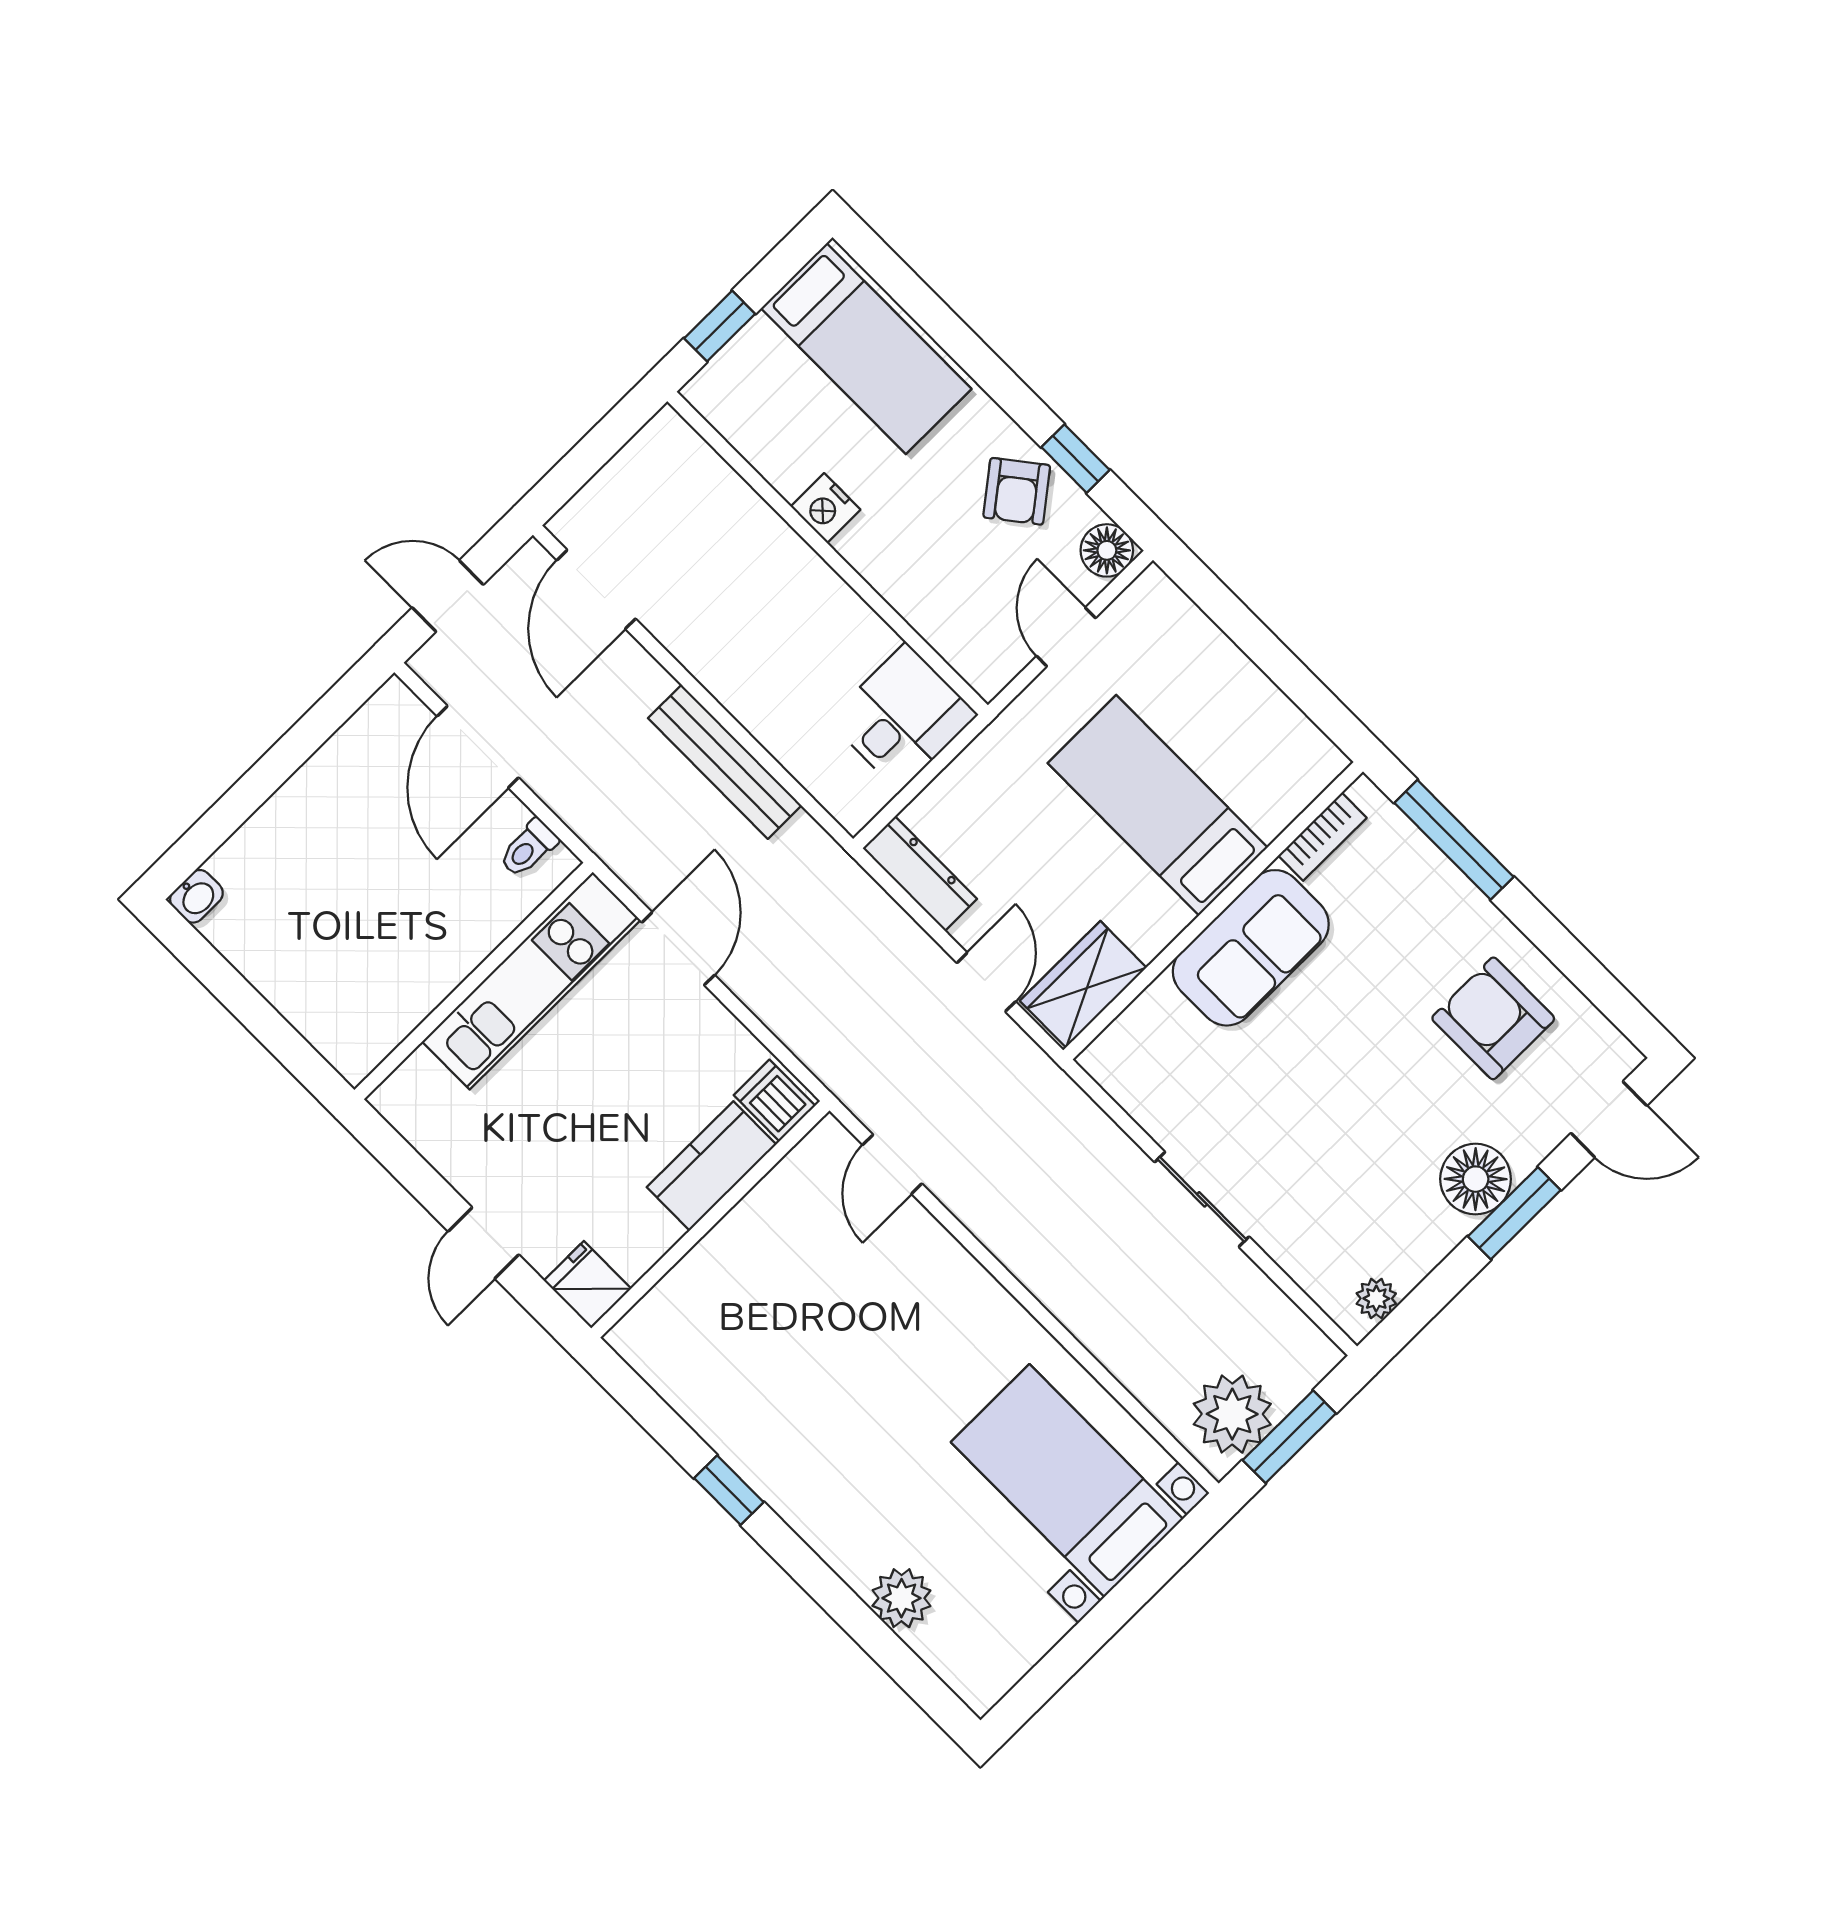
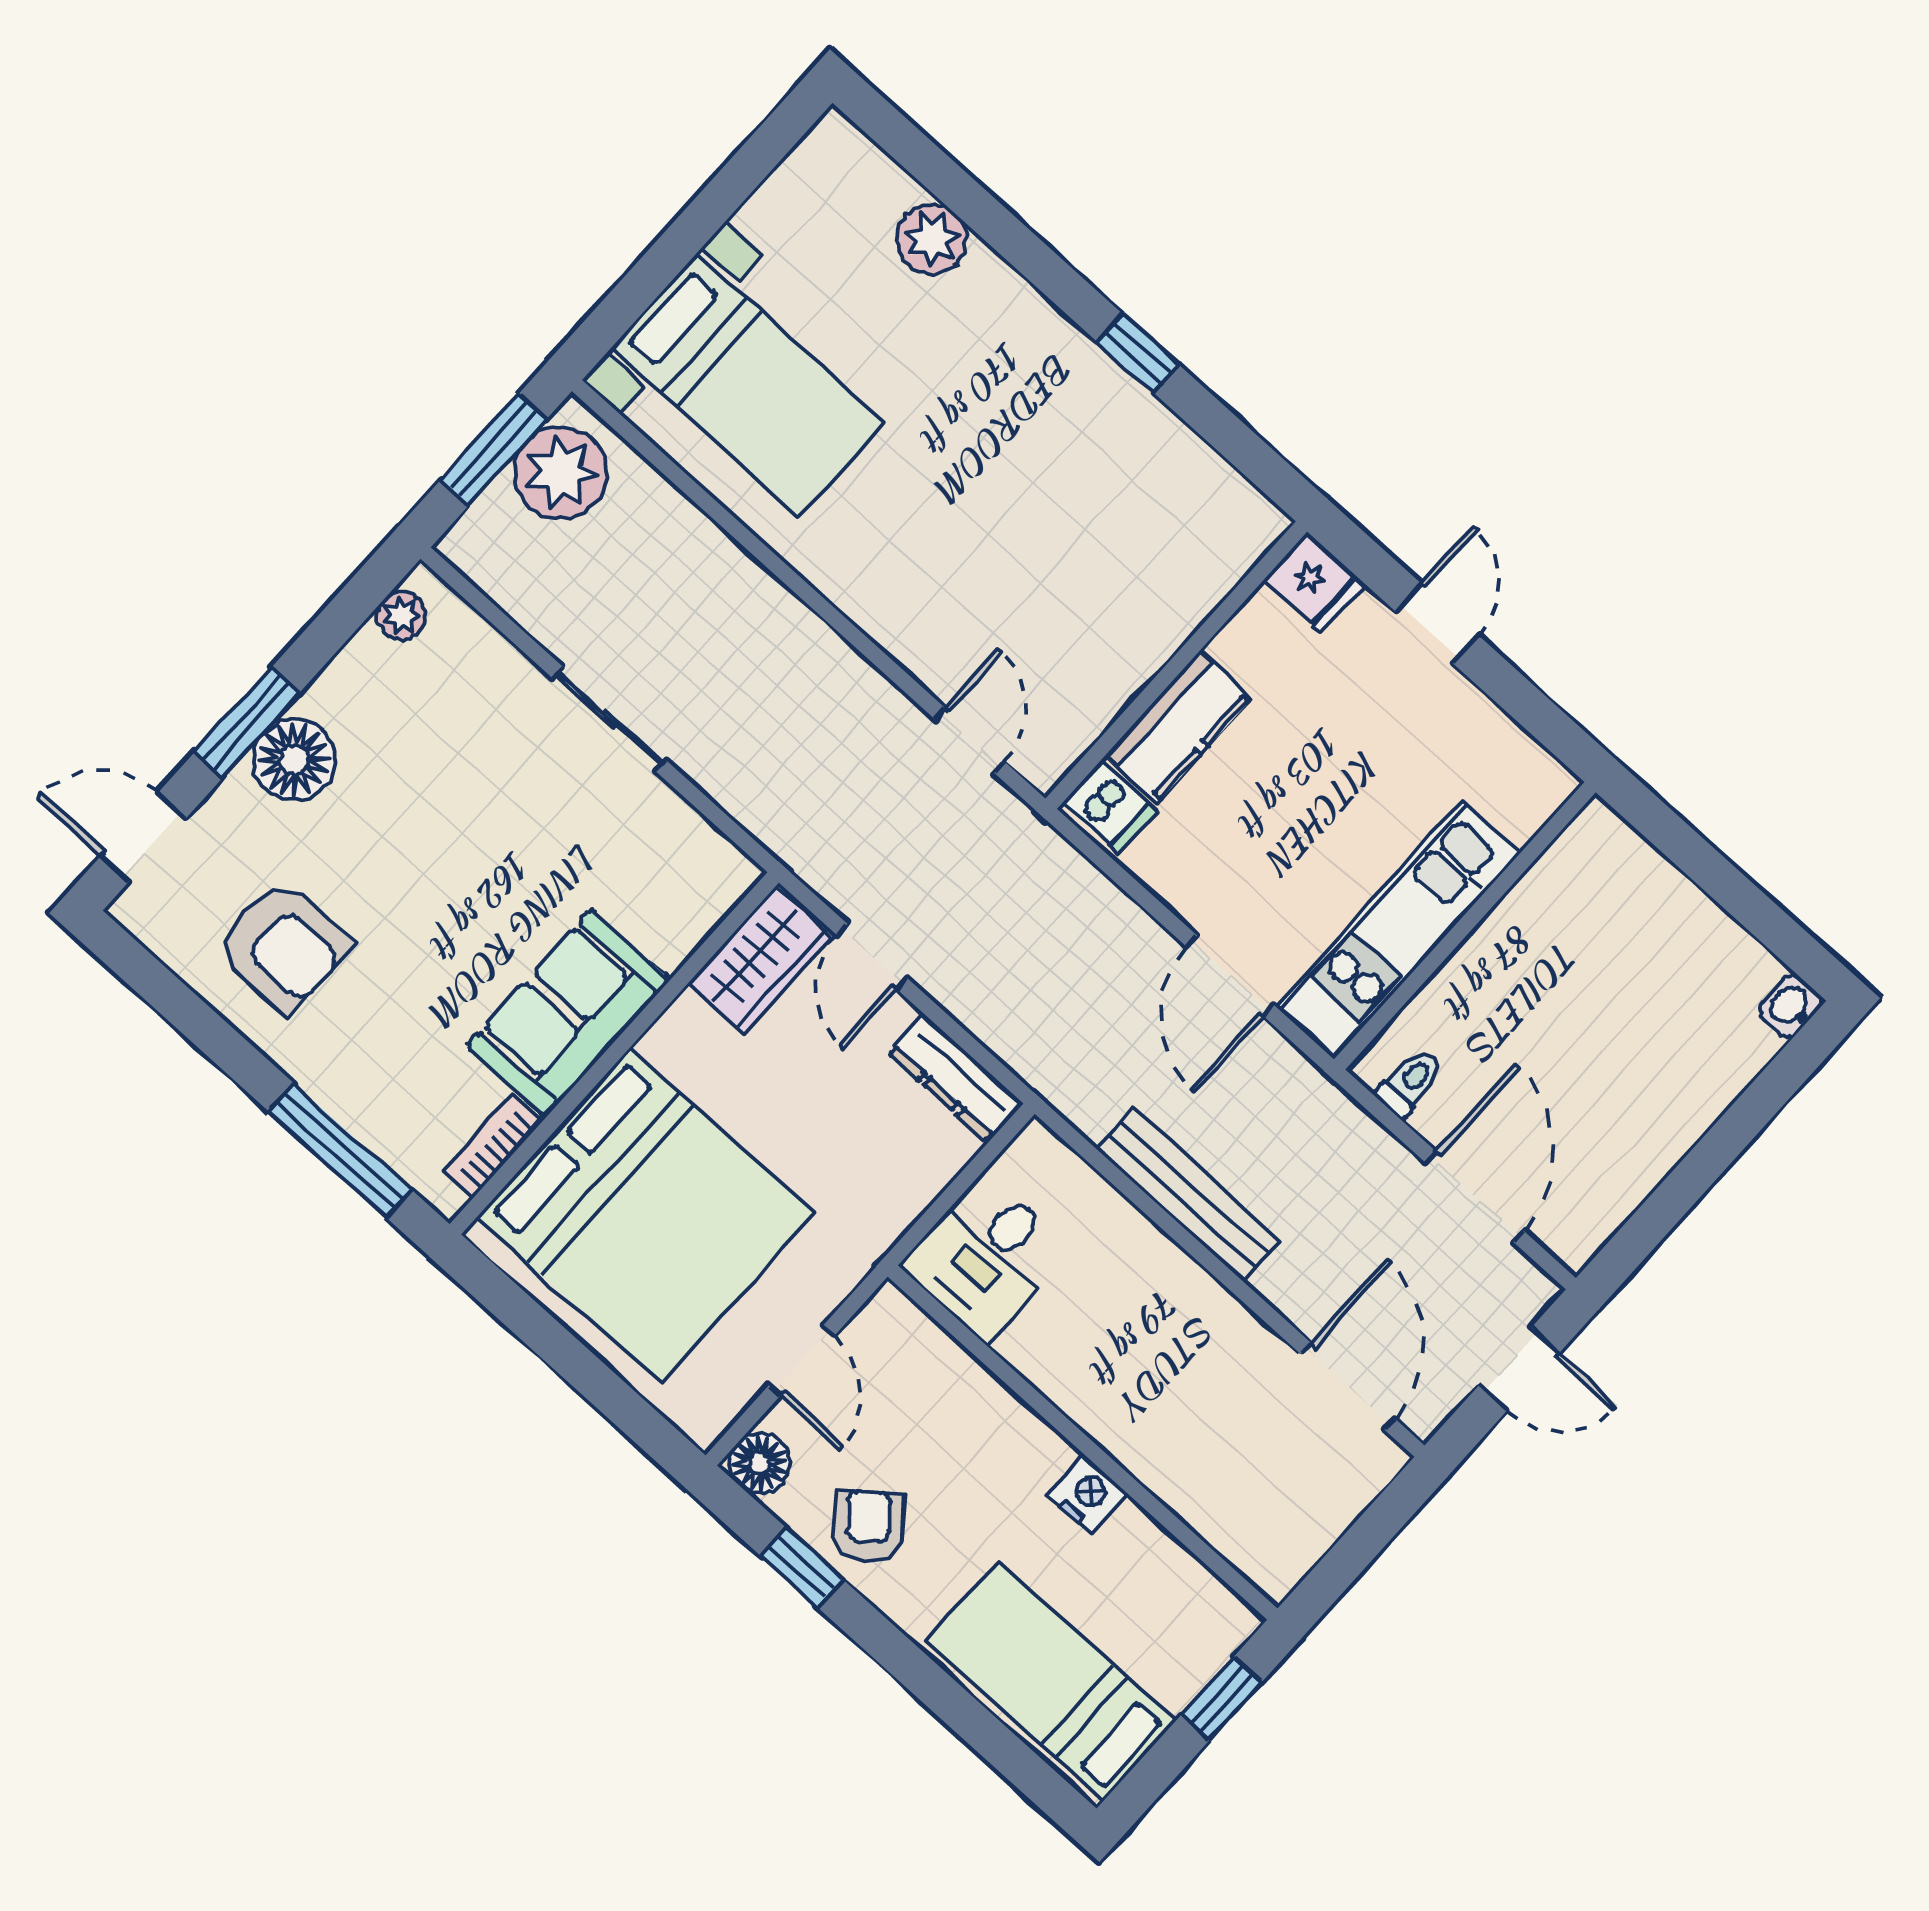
bed: (1158, 805) -> (646, 1215), width x2.04

